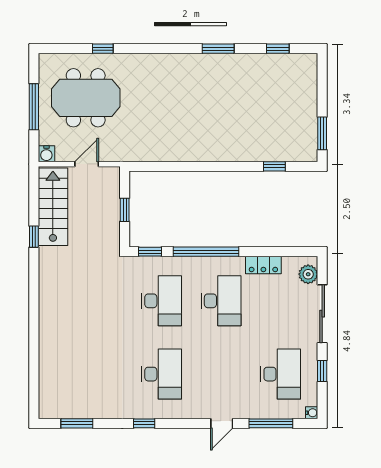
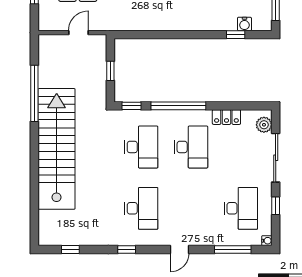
water cooler: (46, 154) -> (244, 24), moved
stairs: (53, 207) -> (57, 149), moved, width x1.86, depth x1.51
window: (34, 237) -> (34, 93), width x3.17
window: (77, 423) -> (70, 250), width x0.67
door: (222, 423) -> (179, 250), moved

